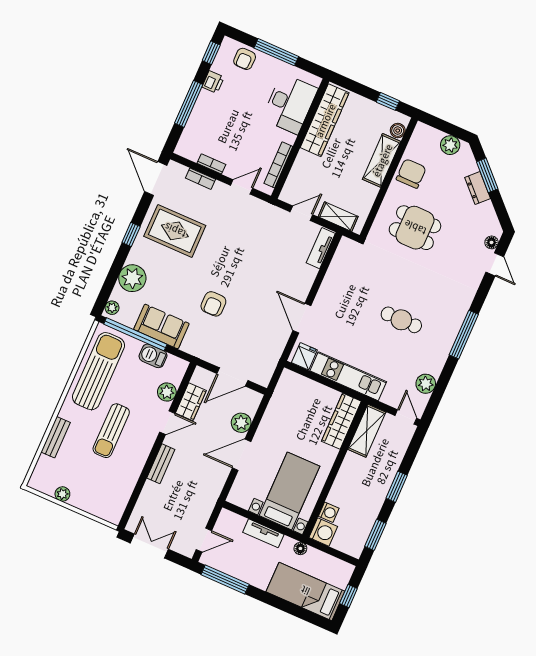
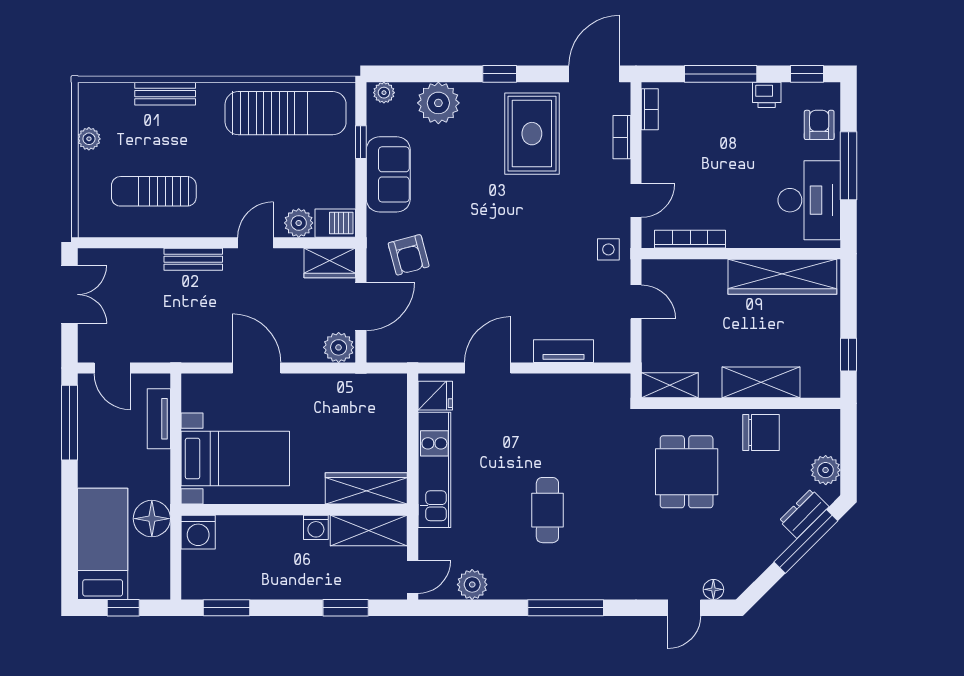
armchair: (245, 59) -> (819, 125), turned 90
desk: (290, 104) -> (809, 200), moved, turned -90
boiler: (398, 131) -> (813, 387), removed
bookcase: (211, 164) -> (650, 109), moved
window: (487, 175) -> (806, 541), width x1.44
door: (242, 187) -> (636, 201), hinge flipped
dresser: (478, 188) -> (804, 514), moved
side table: (263, 216) -> (608, 249), added
shelving: (338, 217) -> (670, 385), moved, turned 90
tv unit: (321, 248) -> (564, 351), moved
armchair: (213, 304) -> (409, 255), moved, turned -105
window: (135, 334) -> (361, 142), width x0.32
barbecue: (153, 356) -> (335, 223), moved, turned 90
door: (232, 377) -> (361, 306), swing flipped
wardrobe: (191, 402) -> (330, 263), moved
door: (167, 423) -> (256, 243), swing flipped
plant: (241, 423) -> (339, 347), moved
sun lounger: (111, 431) -> (154, 191), moved
window: (397, 487) -> (346, 608), moved
washing machine: (329, 512) -> (316, 527), moved
tv unit: (263, 533) -> (159, 419), moved
floor lamp: (300, 548) -> (152, 519), width x1.89, depth x1.89

